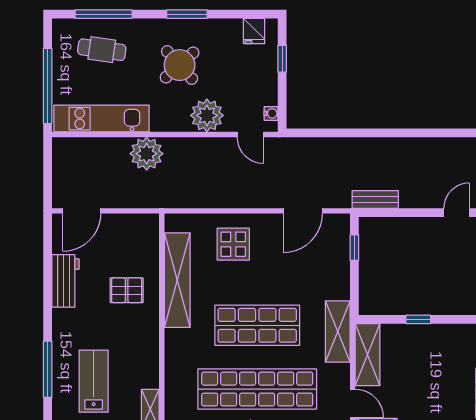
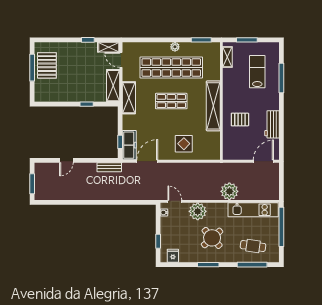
freezer: (337, 241) -> (129, 145), added
shelving: (177, 280) -> (213, 106), moved
shop shelf: (257, 325) -> (171, 101), width x0.70, depth x0.74
lab bench: (94, 381) -> (257, 72), turned 180

